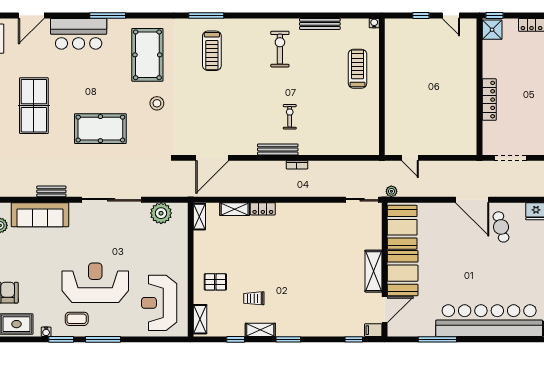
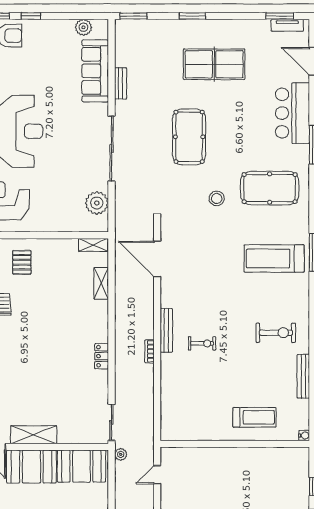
treadmill: (212, 51) -> (274, 258), width x1.37, depth x1.38
locker: (263, 209) -> (102, 356), moved

